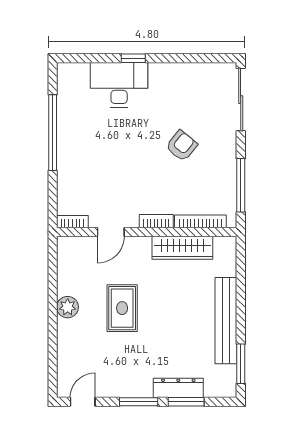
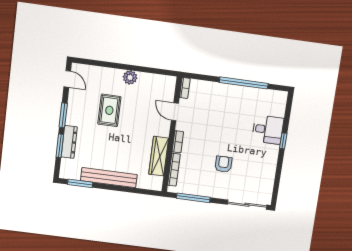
desk: (119, 85) -> (268, 130), width x0.73
armchair: (182, 146) -> (223, 164), turned -129
rug: (122, 308) -> (109, 110), moved, turned 90

